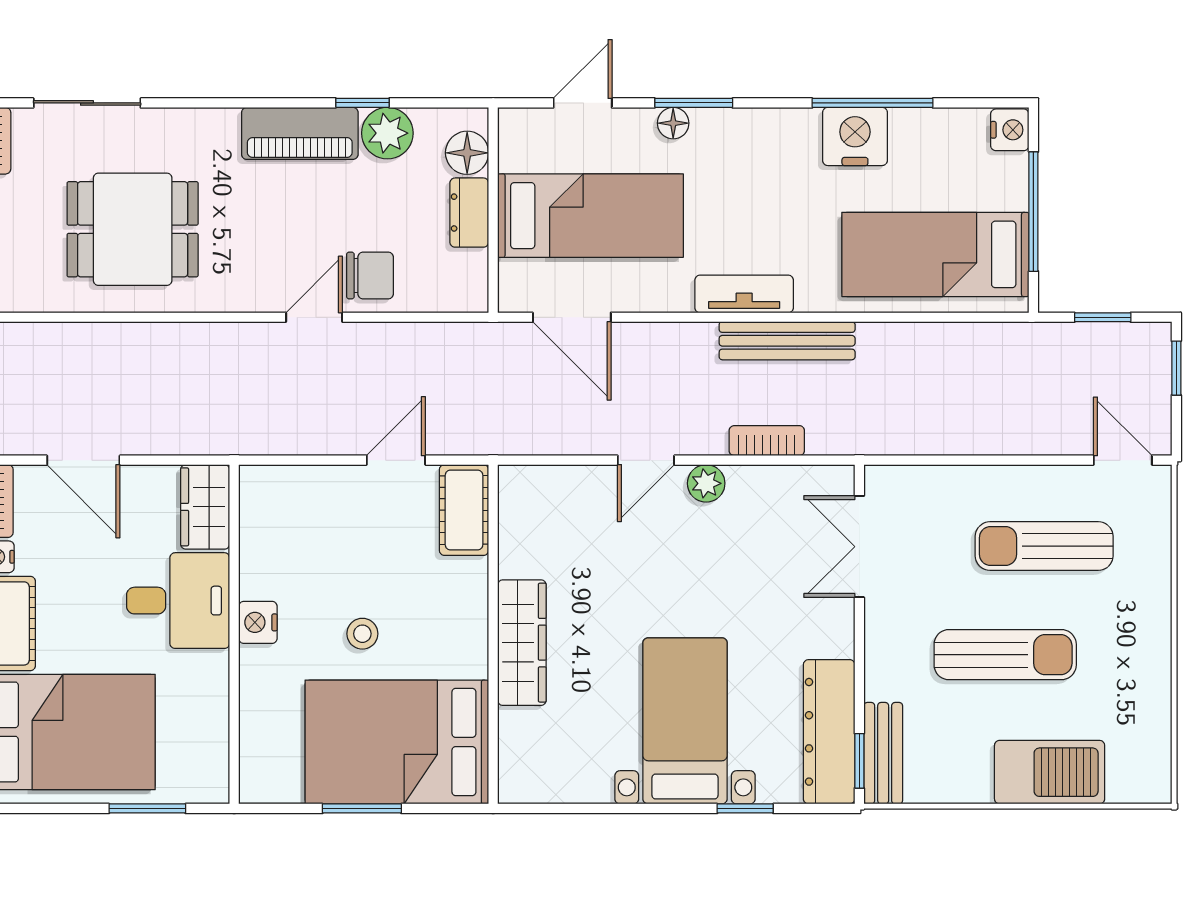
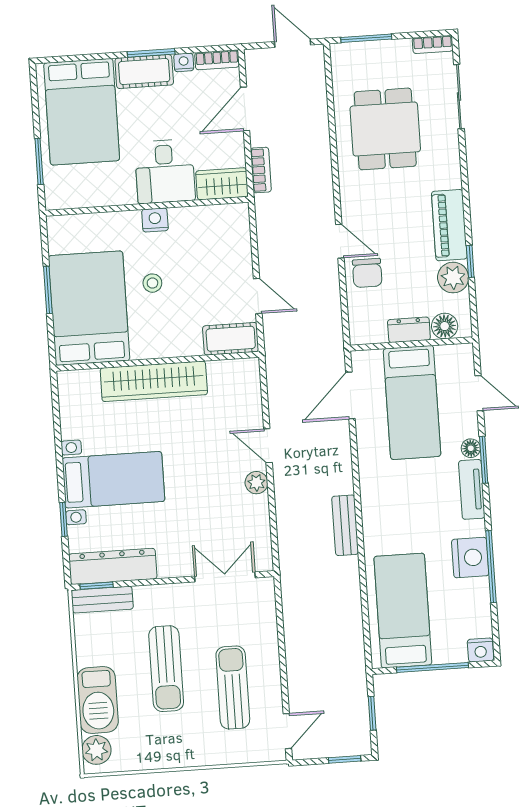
tv unit: (744, 294) -> (472, 489), moved, turned 180
bench: (787, 341) -> (345, 525), width x0.73
bookcase: (767, 441) -> (261, 170), moved
wardrobe: (522, 643) -> (154, 381), width x1.40, depth x1.17
plant: (1132, 780) -> (96, 750), added

